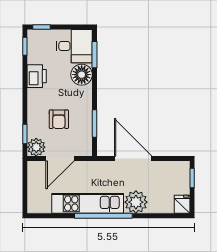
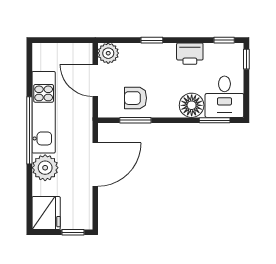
armchair: (59, 119) -> (135, 98), moved
window: (25, 134) -> (152, 40), moved
fridge: (182, 204) -> (46, 213), width x1.88, depth x1.34

